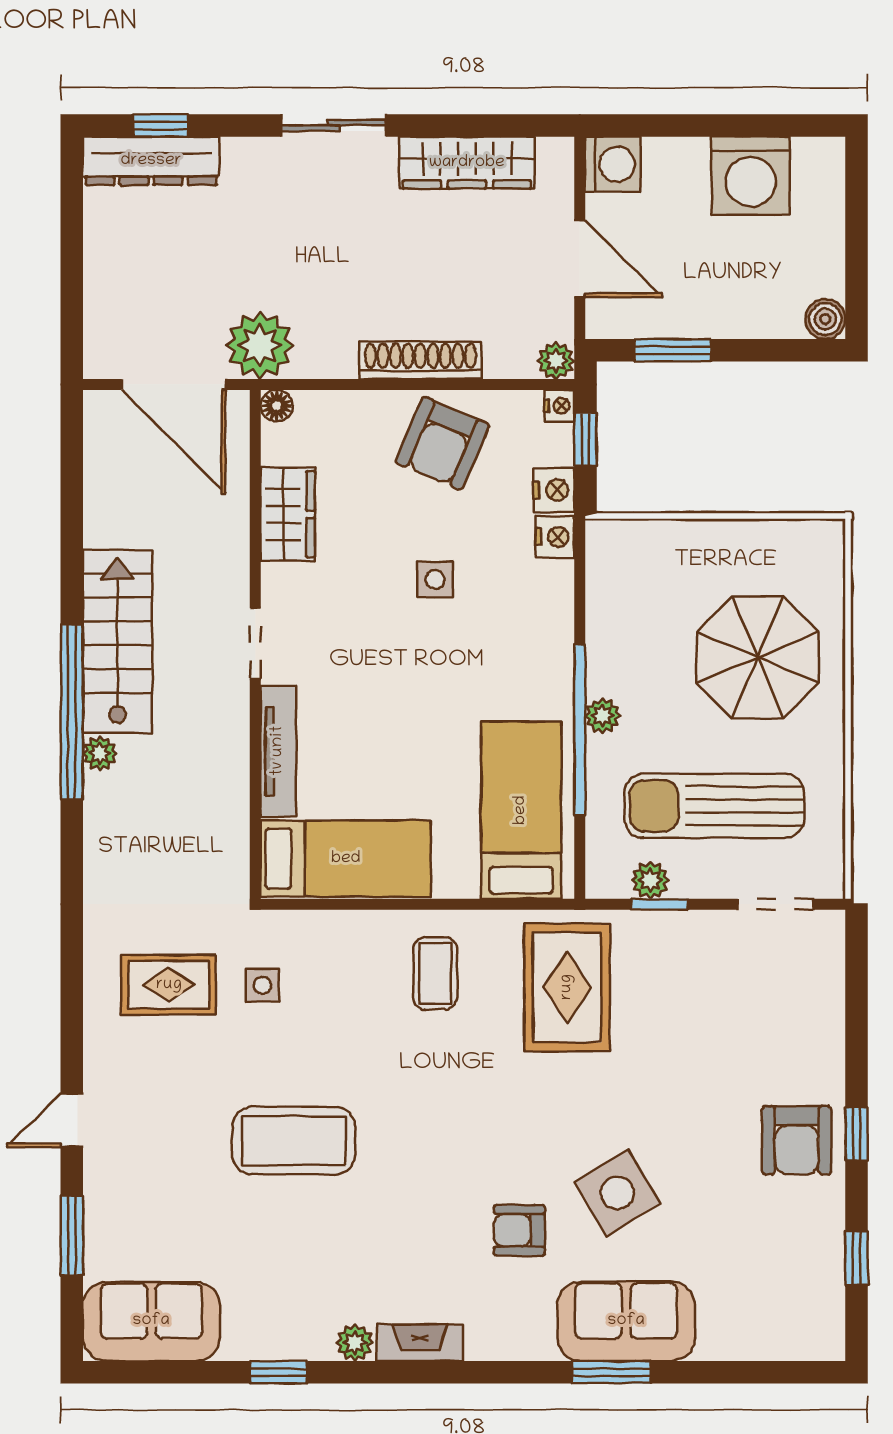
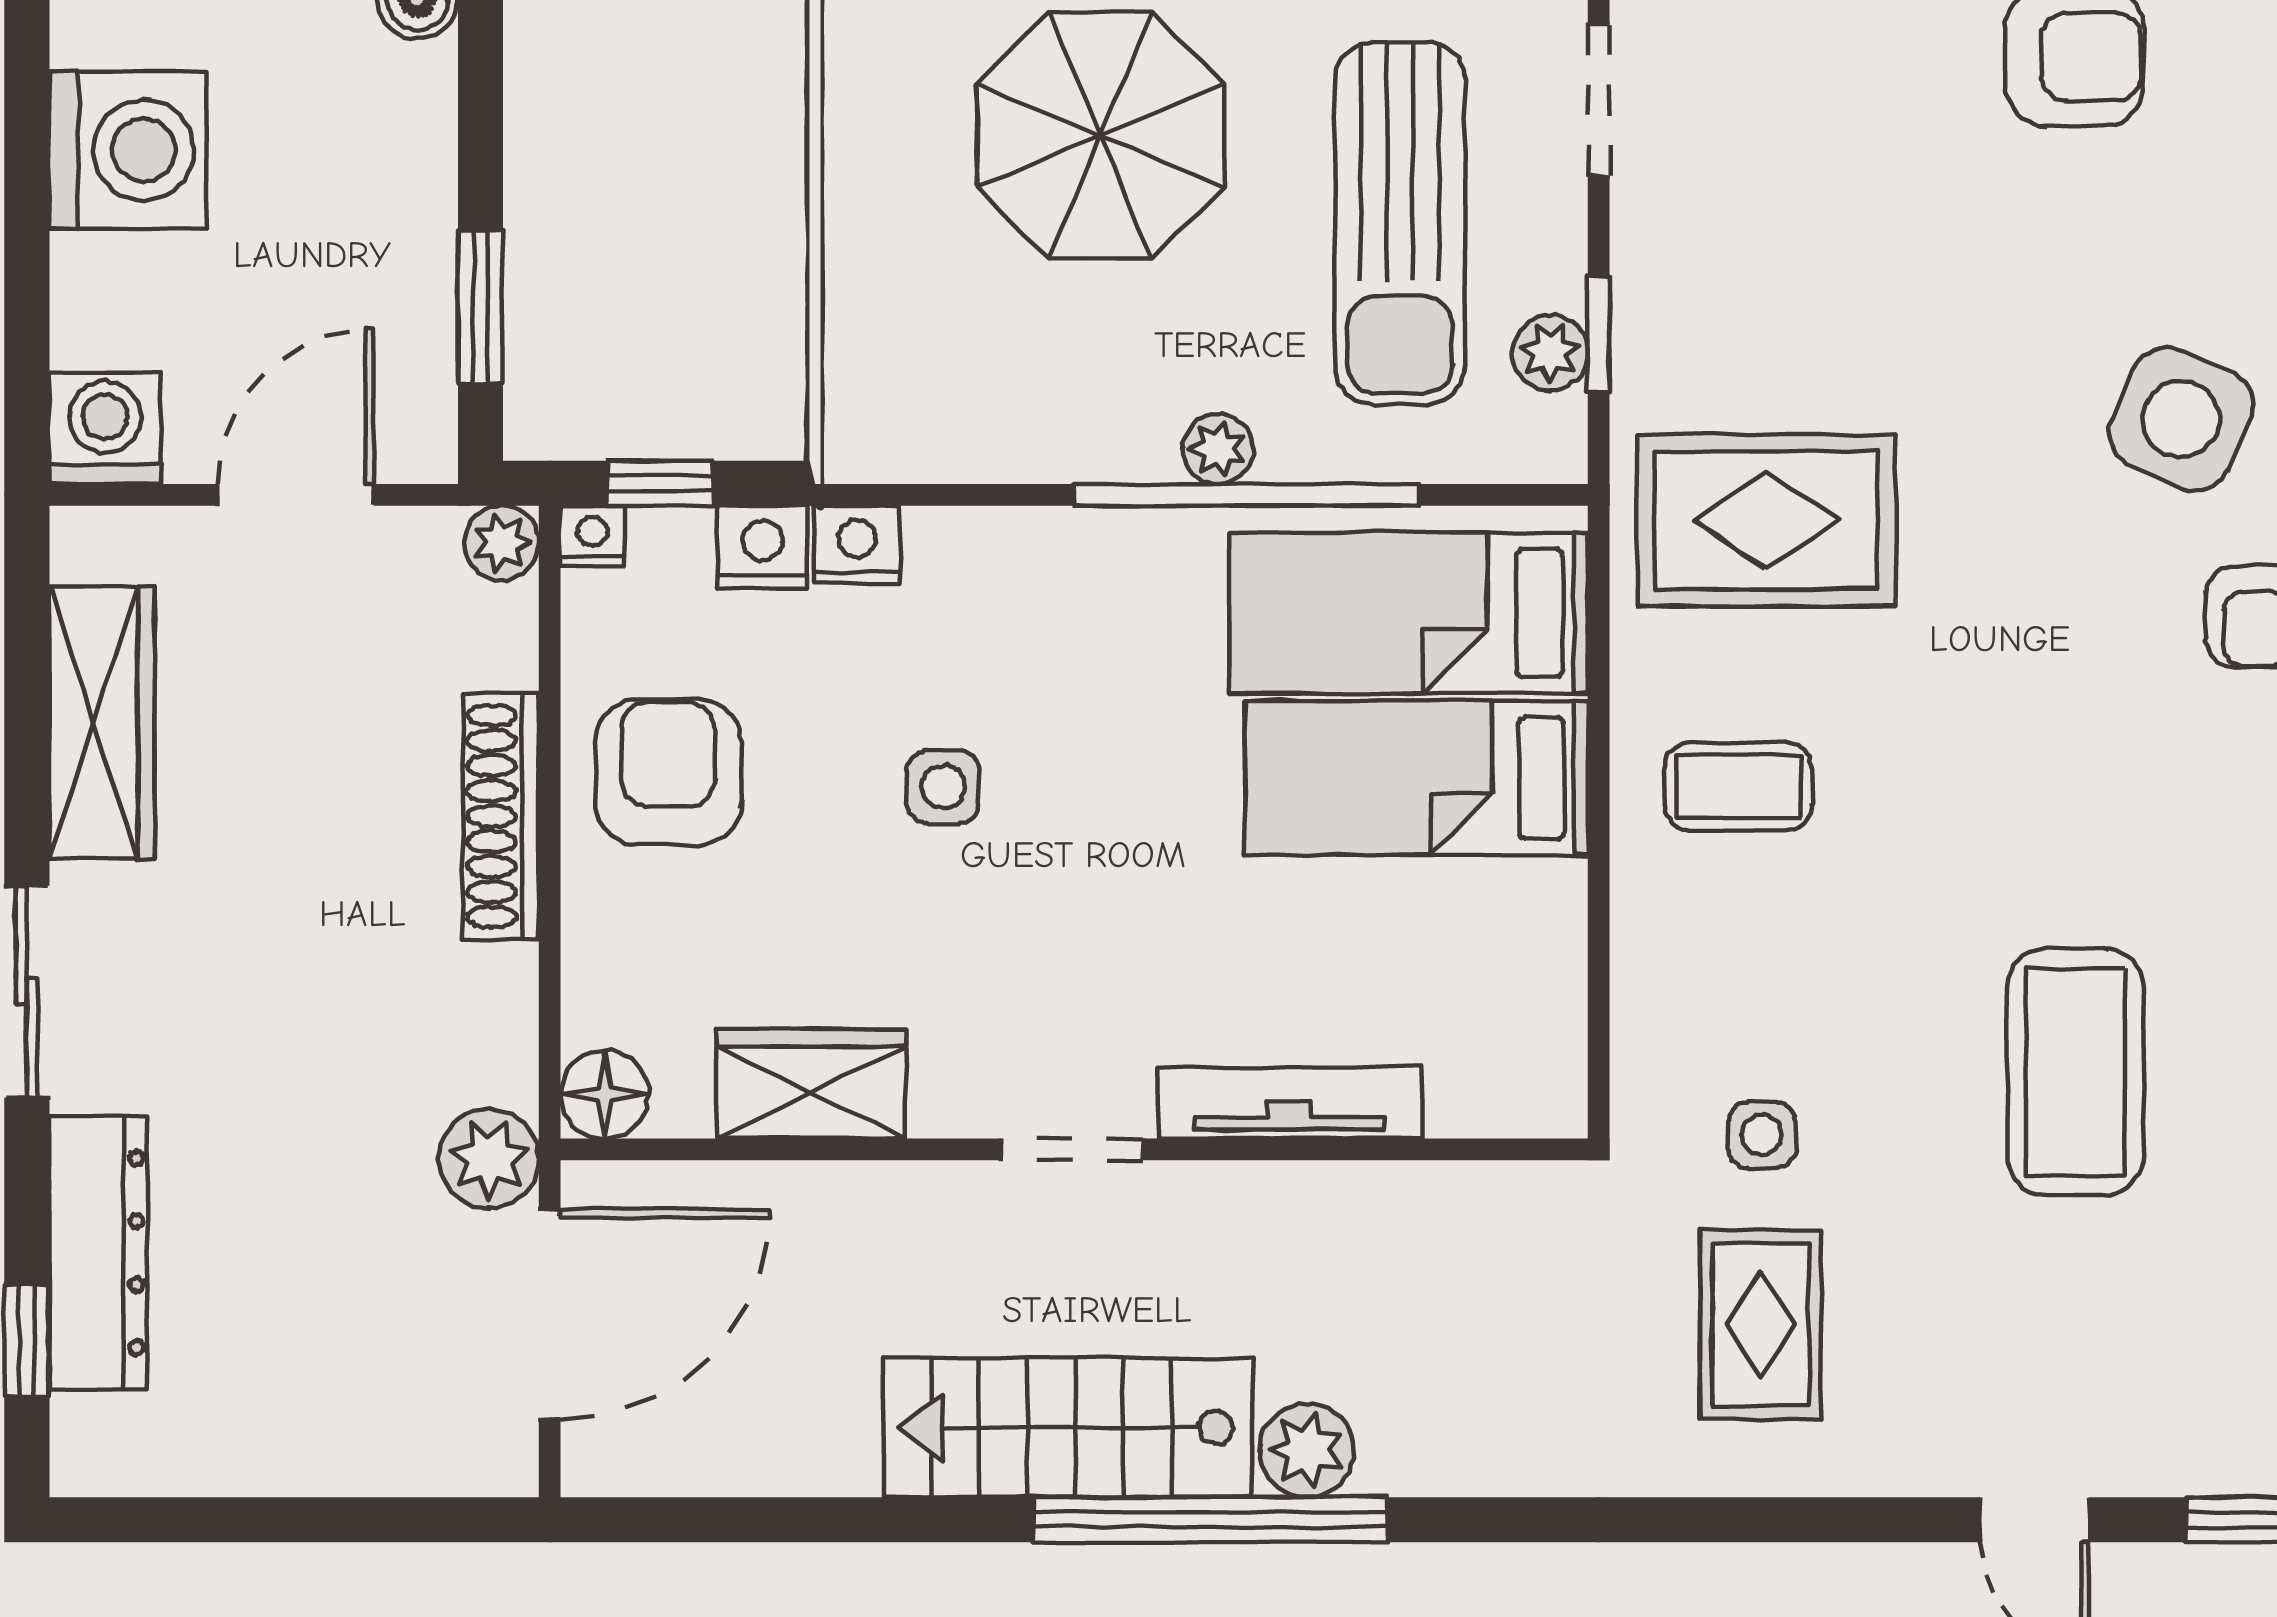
dresser: (151, 161) -> (98, 1253), moved
plant: (260, 345) -> (489, 1158), width x0.73, depth x0.73
floor lamp: (277, 406) -> (605, 1094), width x1.37, depth x1.37
armchair: (442, 443) -> (668, 772), turned -113
plant: (100, 753) -> (1307, 1450), width x1.38, depth x1.38
bed: (346, 859) -> (1416, 778), moved, turned -90
side table: (617, 1193) -> (2181, 419), turned -35

